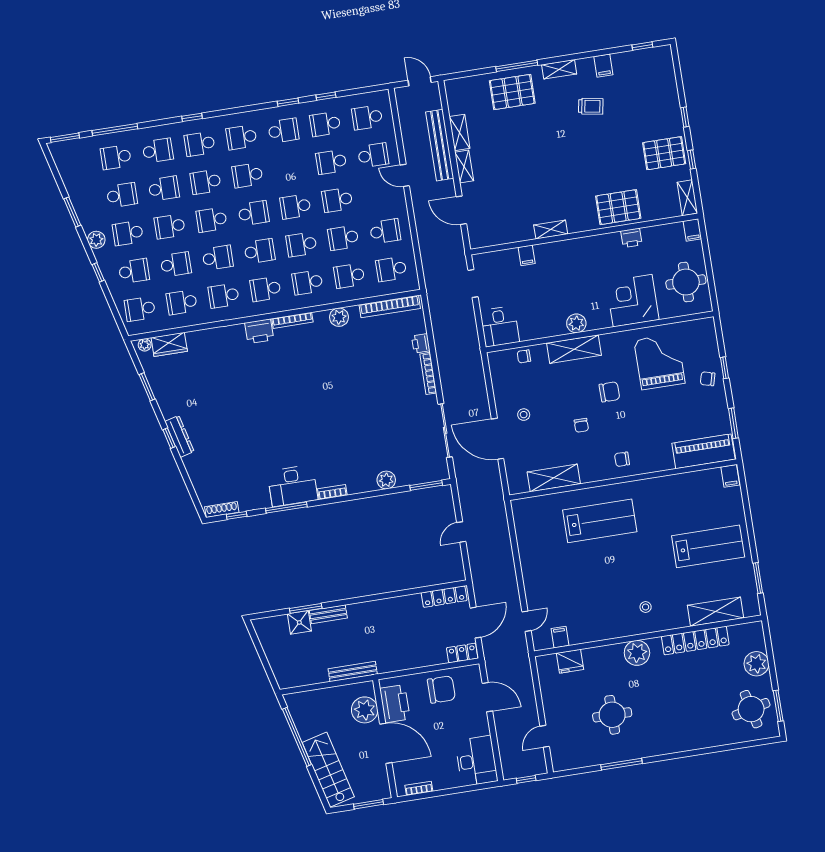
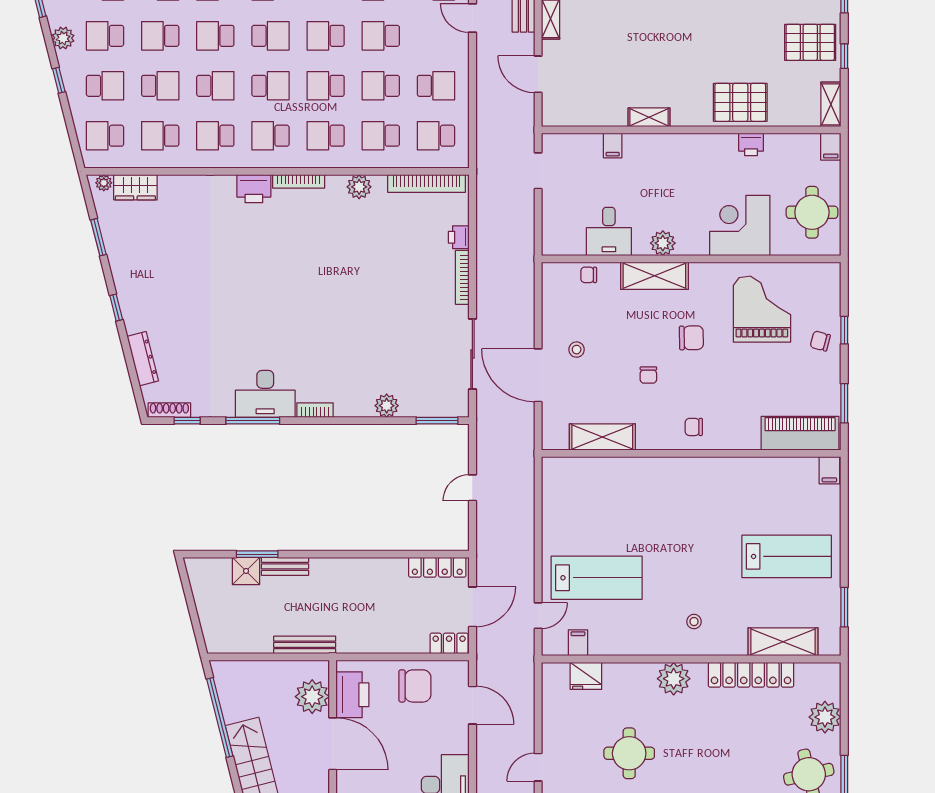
desk: (500, 326) -> (609, 231), moved
dresser: (179, 436) -> (143, 359), moved
lab bench: (600, 521) -> (597, 578), moved

